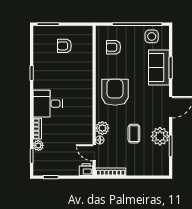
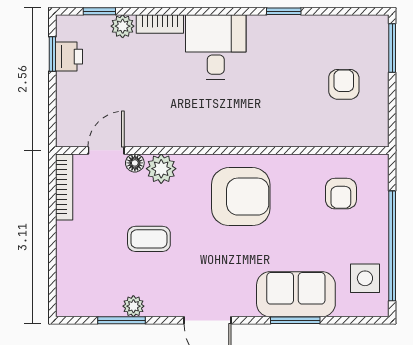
armchair: (114, 47) -> (341, 194), turned 180
plant: (160, 136) -> (133, 306), width x0.53, depth x0.53
printer: (86, 170) -> (69, 57), moved

